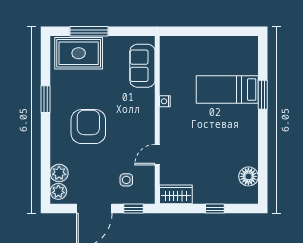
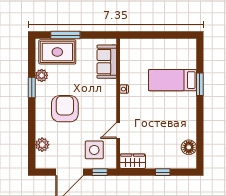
side table: (126, 180) -> (94, 150), width x1.87, depth x1.87
plant: (58, 191) -> (42, 75), moved

